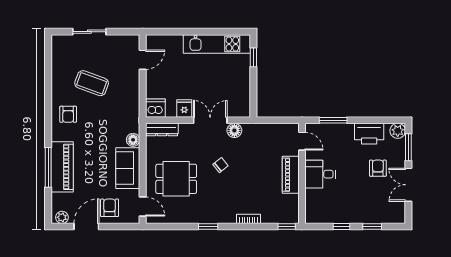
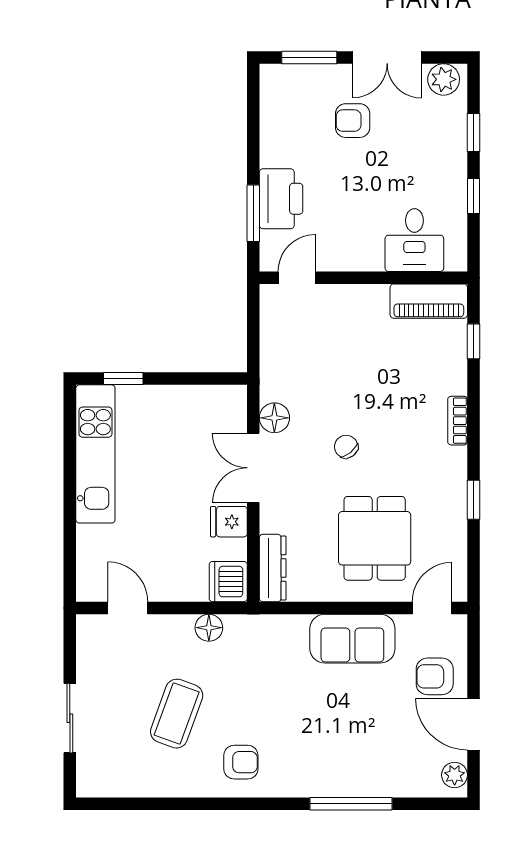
plant: (398, 131) -> (444, 79), moved
printer: (369, 134) -> (281, 199), moved
floor lamp: (133, 140) -> (209, 628), moved
piano: (62, 167) -> (350, 775), removed
desk: (320, 174) -> (414, 240), moved
piano: (291, 175) -> (429, 301), moved
bookcase: (248, 219) -> (458, 421), moved
window: (208, 227) -> (473, 500), moved
window: (287, 227) -> (473, 341), moved

